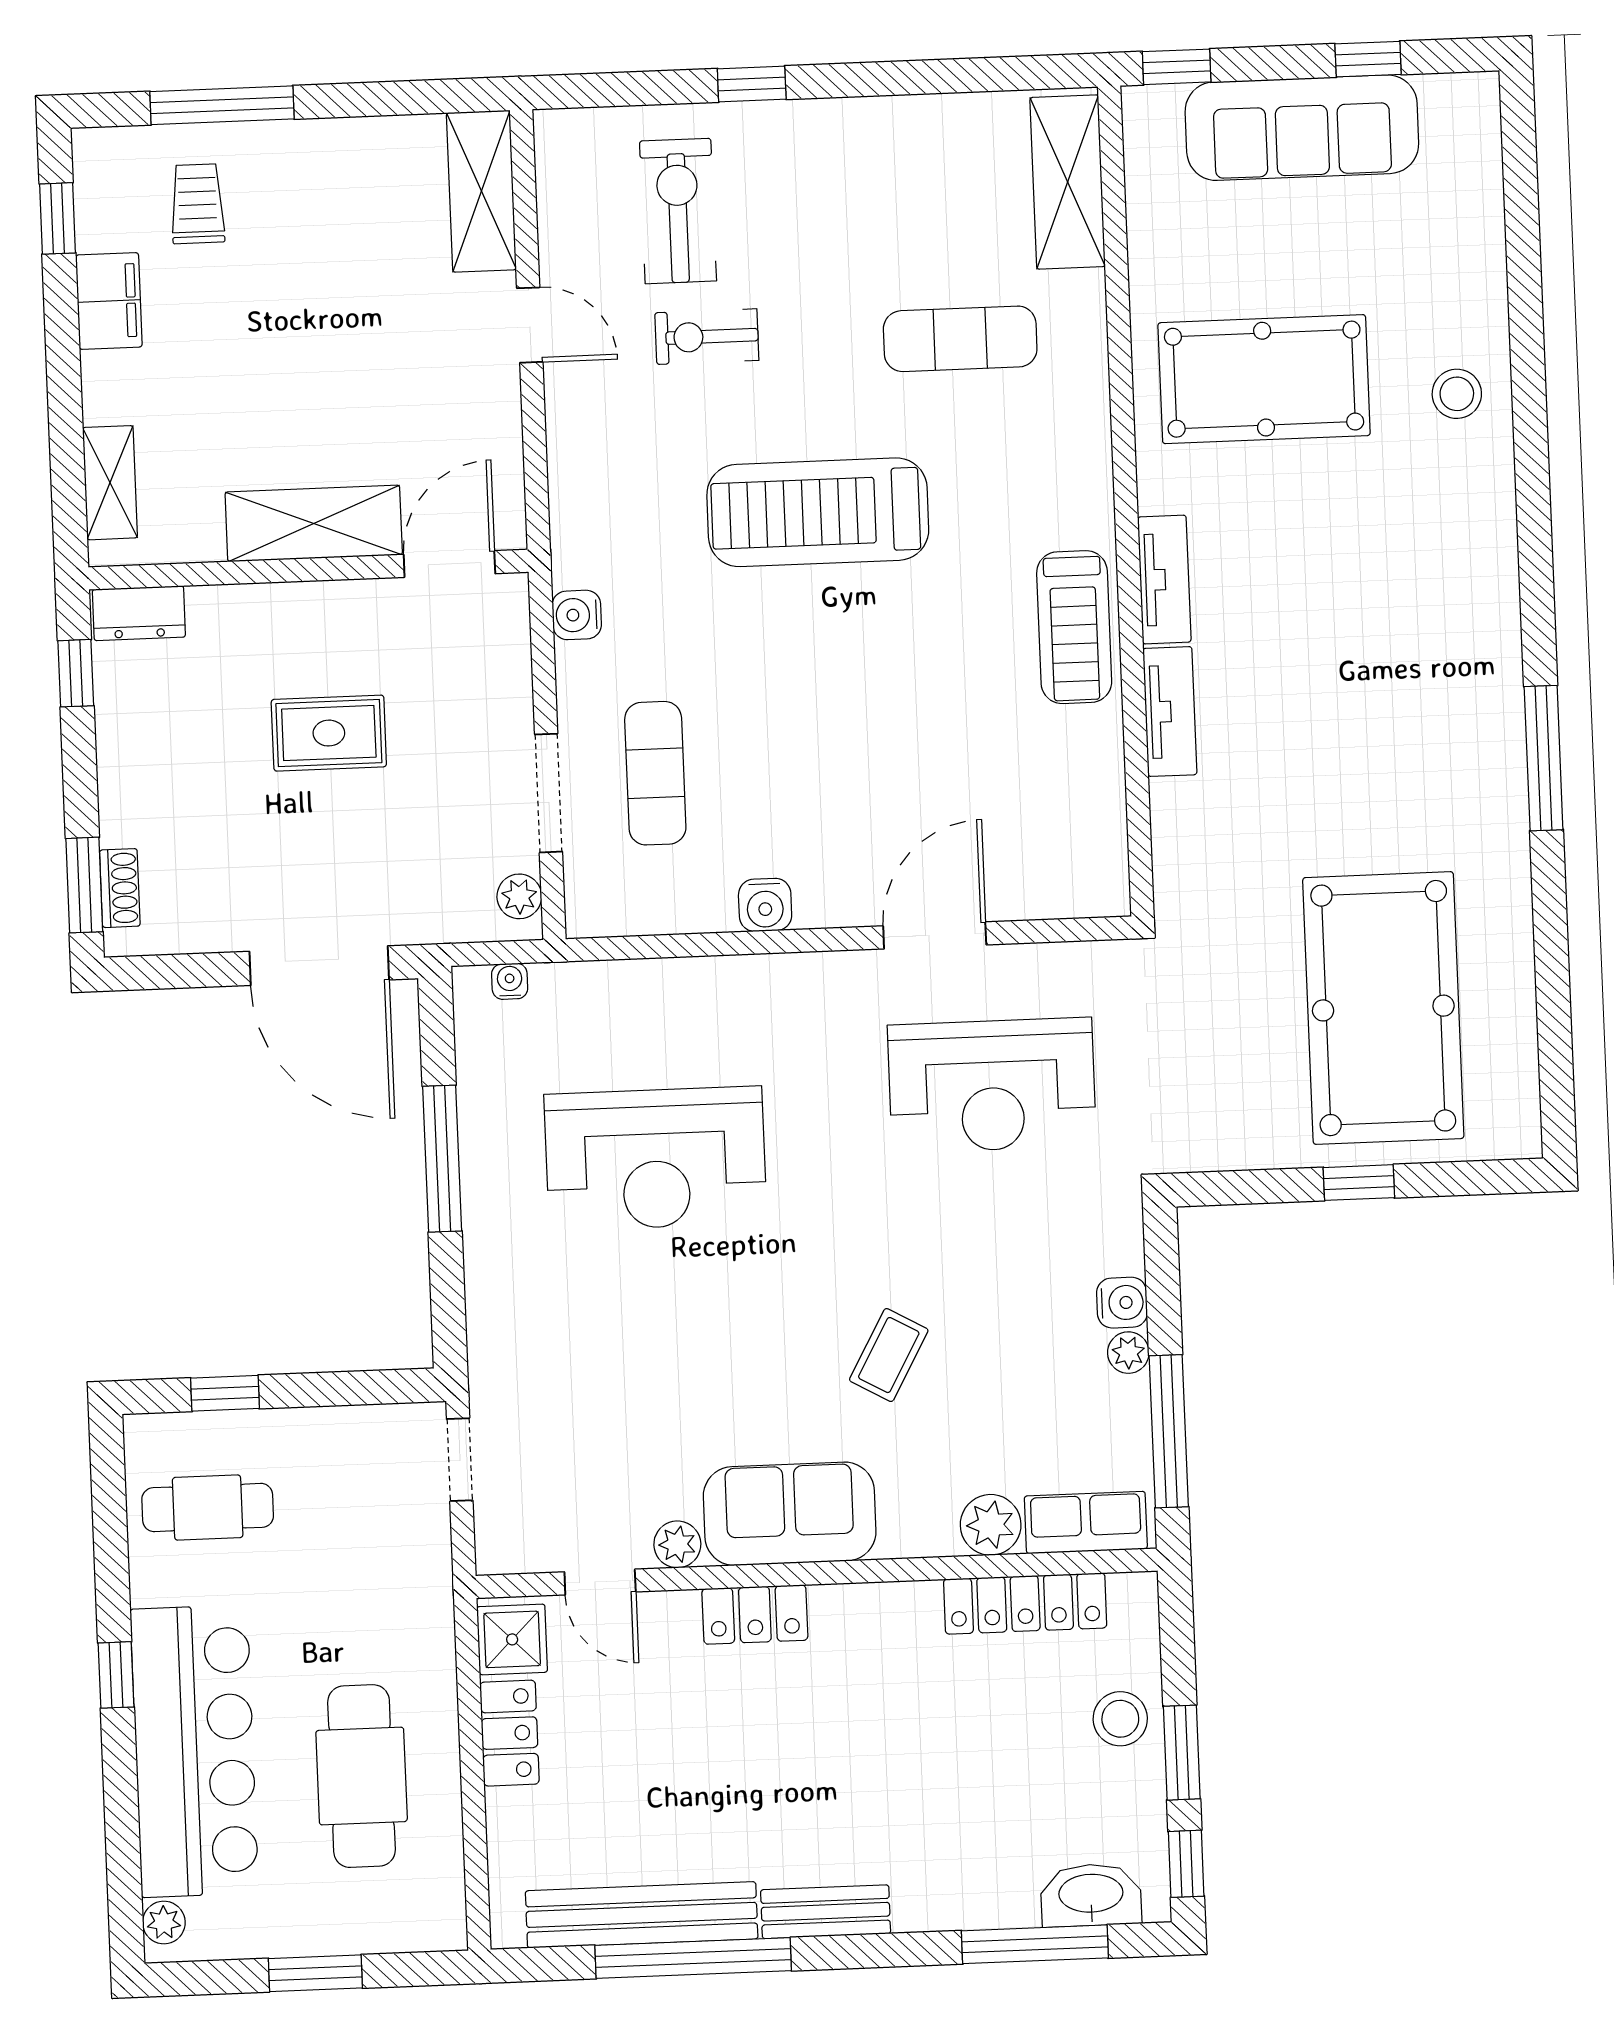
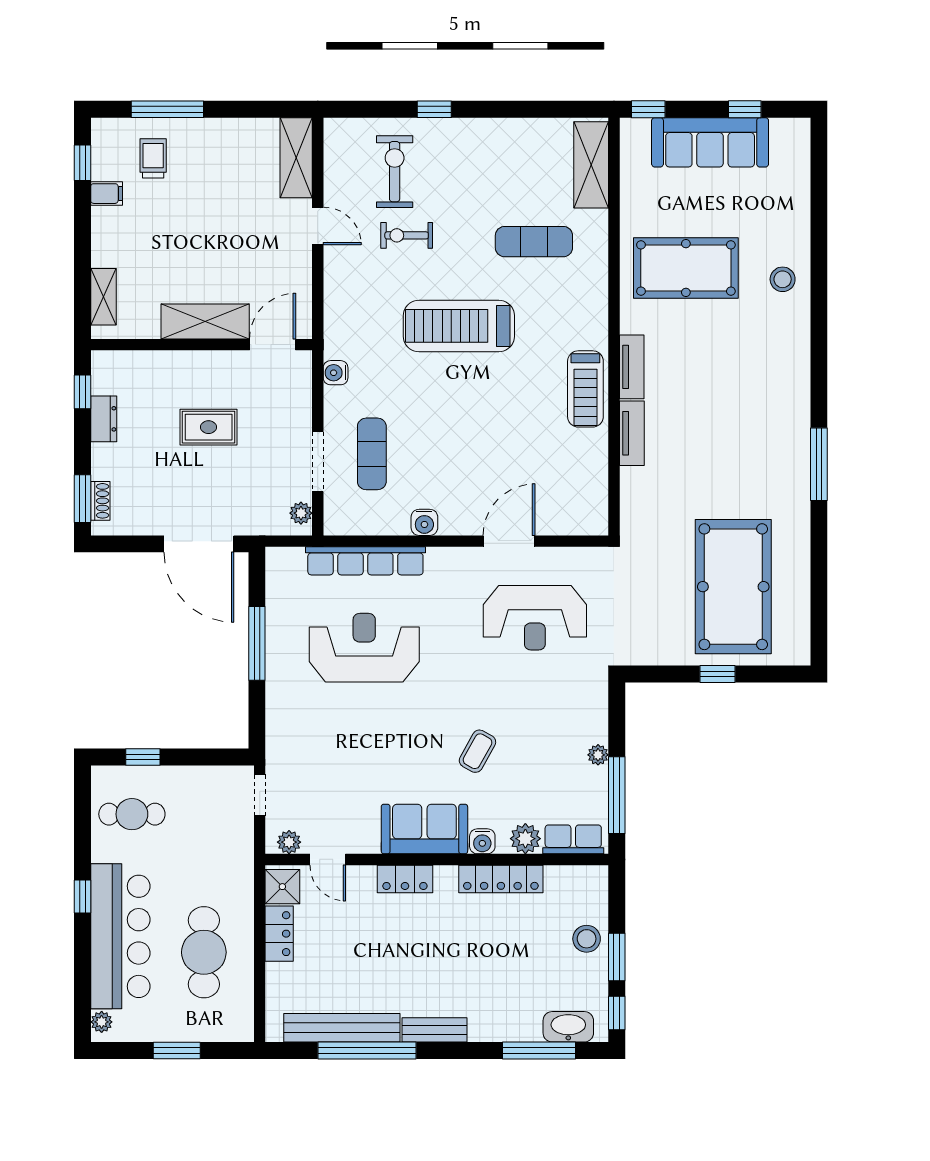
filing cabinet: (109, 301) -> (107, 194), width x0.50
dresser: (139, 613) -> (104, 419), moved, turned -90
water cooler: (510, 981) -> (294, 556), removed
row of seats: (651, 986) -> (365, 561), added
reception desk: (655, 1159) -> (364, 648), turned 180
water cooler: (1122, 1303) -> (482, 841), moved, turned 90
plant: (677, 1544) -> (289, 842), moved
locker: (1025, 1603) -> (501, 879), moved

